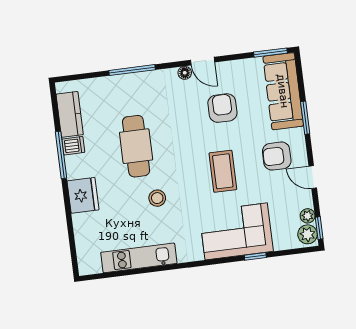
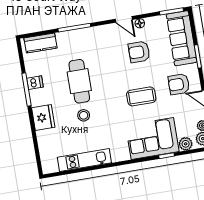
floor lamp: (185, 73) -> (140, 23), moved
armchair: (222, 108) -> (139, 52), turned -90
kitchen counter: (70, 114) -> (41, 43), moved, turned 90
coffee table: (223, 171) -> (141, 96), turned 90
stool: (157, 198) -> (84, 115), moved
plant: (283, 241) -> (186, 144), added

